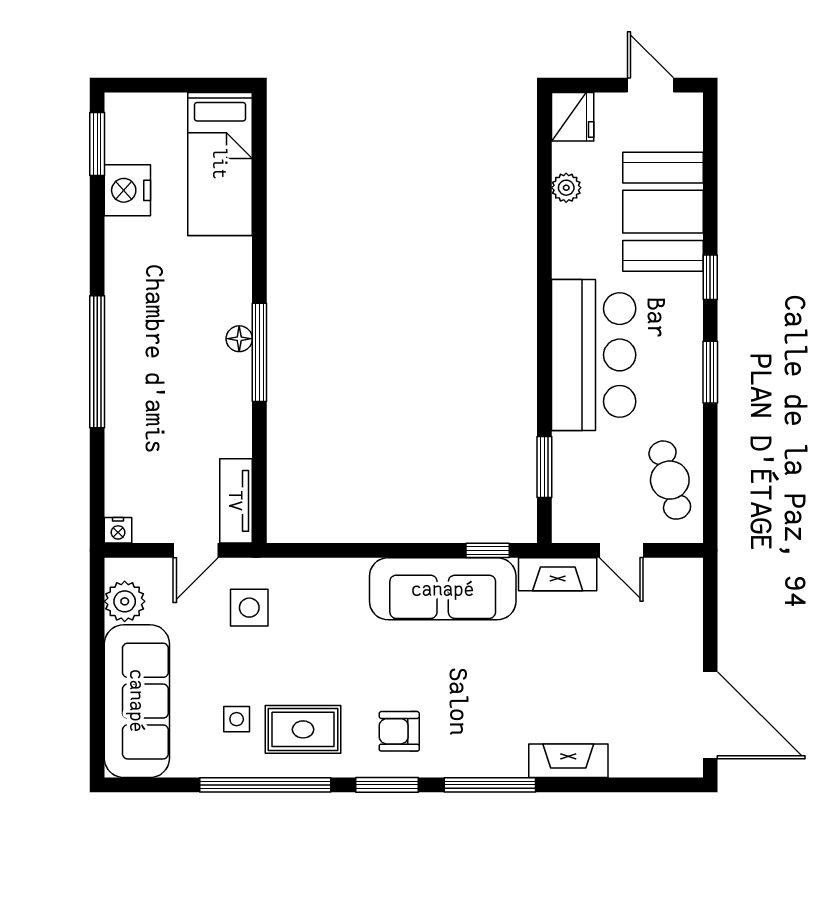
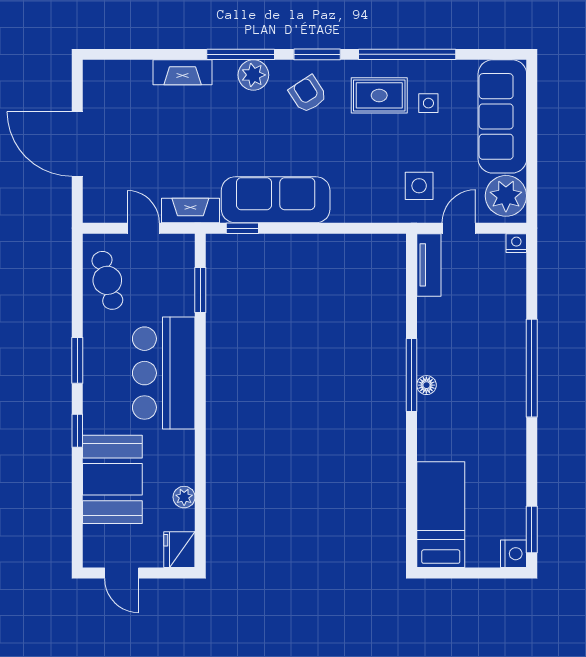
nightstand: (127, 190) -> (514, 554), moved, width x0.74, depth x0.75
plant: (125, 601) -> (506, 196), width x1.36, depth x1.36
door: (710, 715) -> (77, 144), moved
armchair: (399, 731) -> (308, 94), turned -123
plant: (473, 757) -> (253, 75), added

